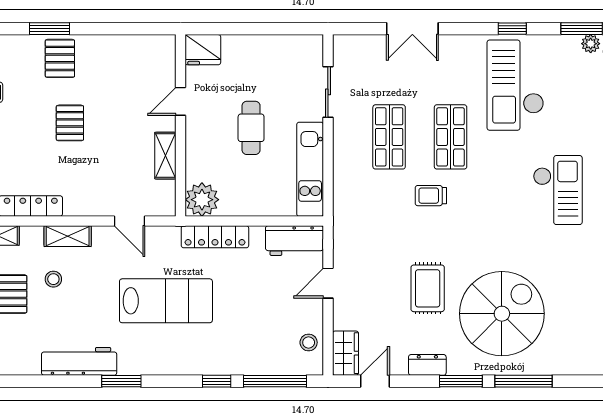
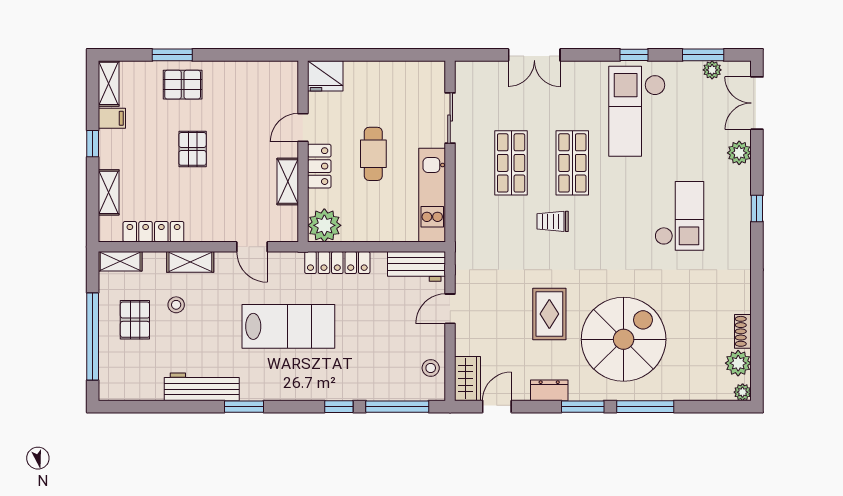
pallet: (60, 58) -> (183, 85), turned 90
locker: (197, 140) -> (319, 166), added

